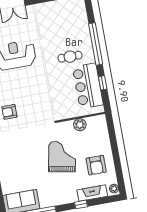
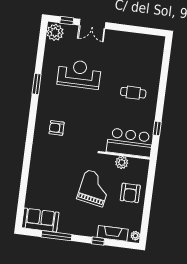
window: (96, 44) -> (162, 88), removed
bar counter: (88, 86) -> (130, 142), moved, turned 90
armchair: (96, 165) -> (130, 193), moved

